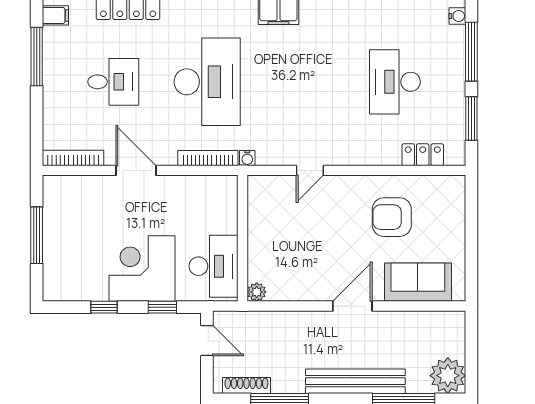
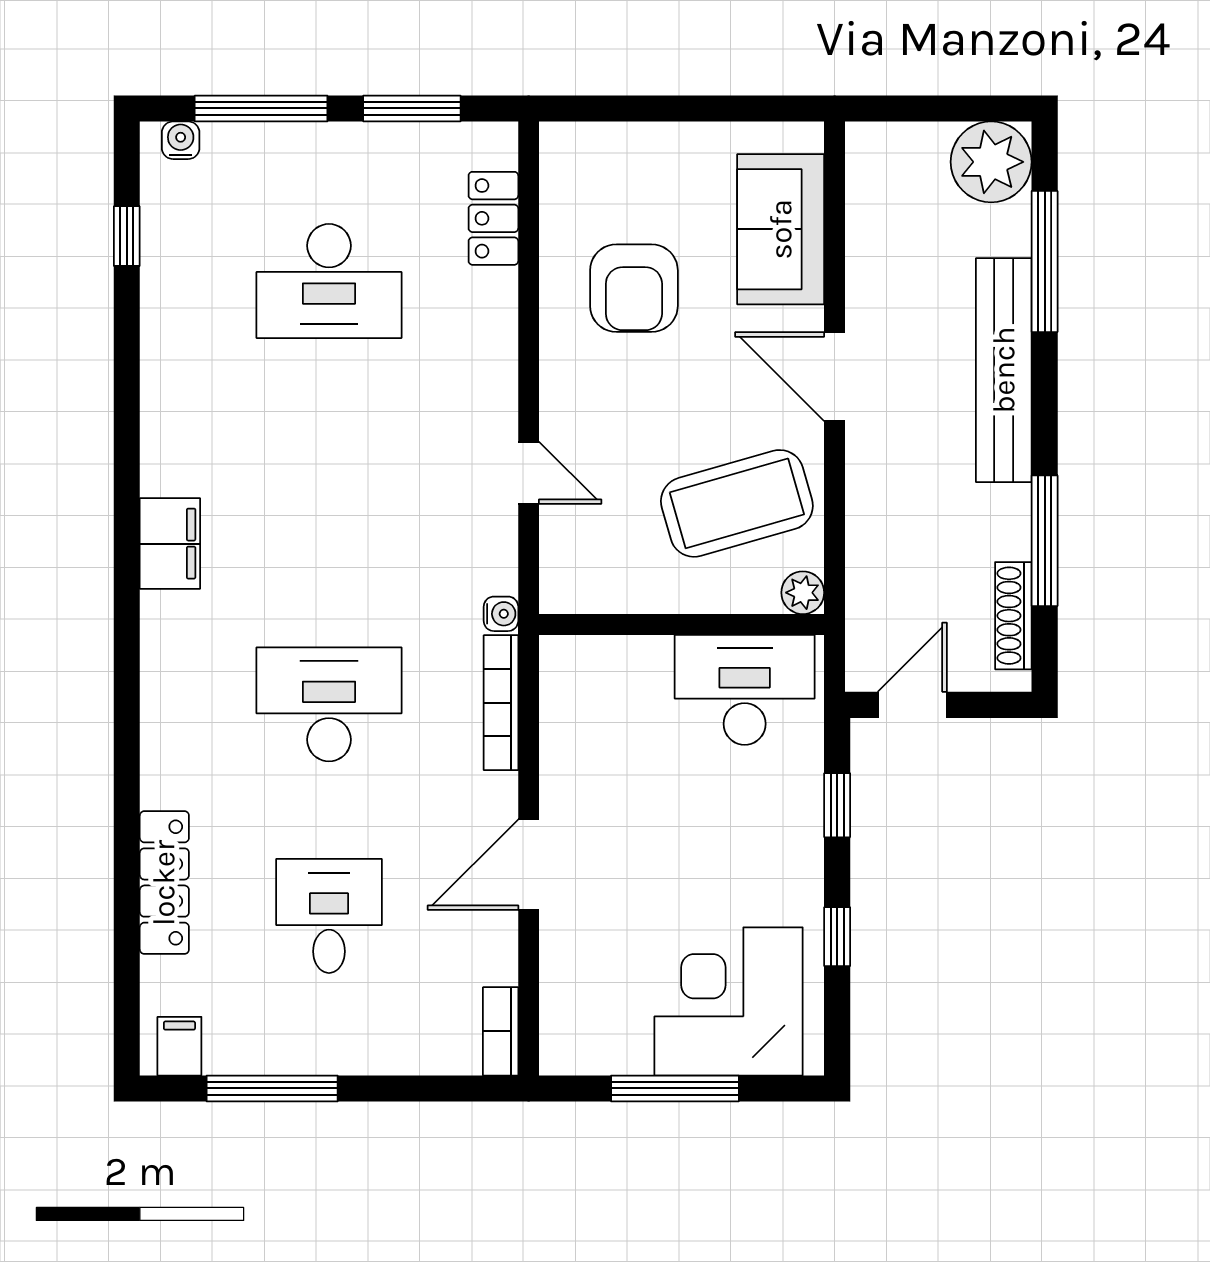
desk: (207, 82) -> (329, 704), width x0.73, depth x0.77
bookcase: (73, 158) -> (501, 1031), width x0.64
coffee table: (296, 263) -> (737, 503), added
corner desk: (142, 269) -> (729, 1001), moved, turned 90

